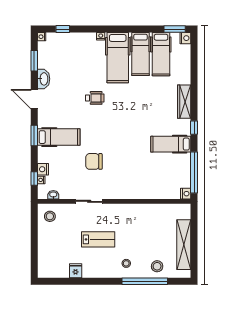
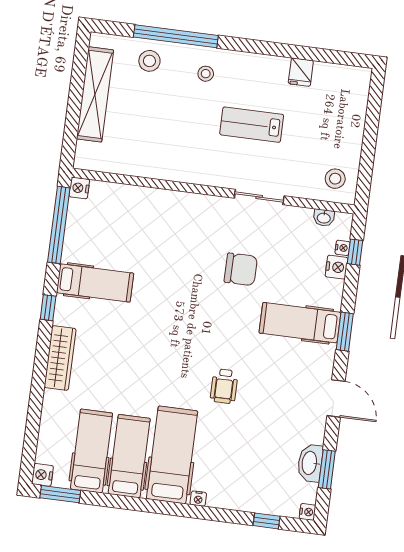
washbasin: (44, 79) -> (310, 463), moved
wheelchair: (95, 98) -> (224, 386), turned -90

